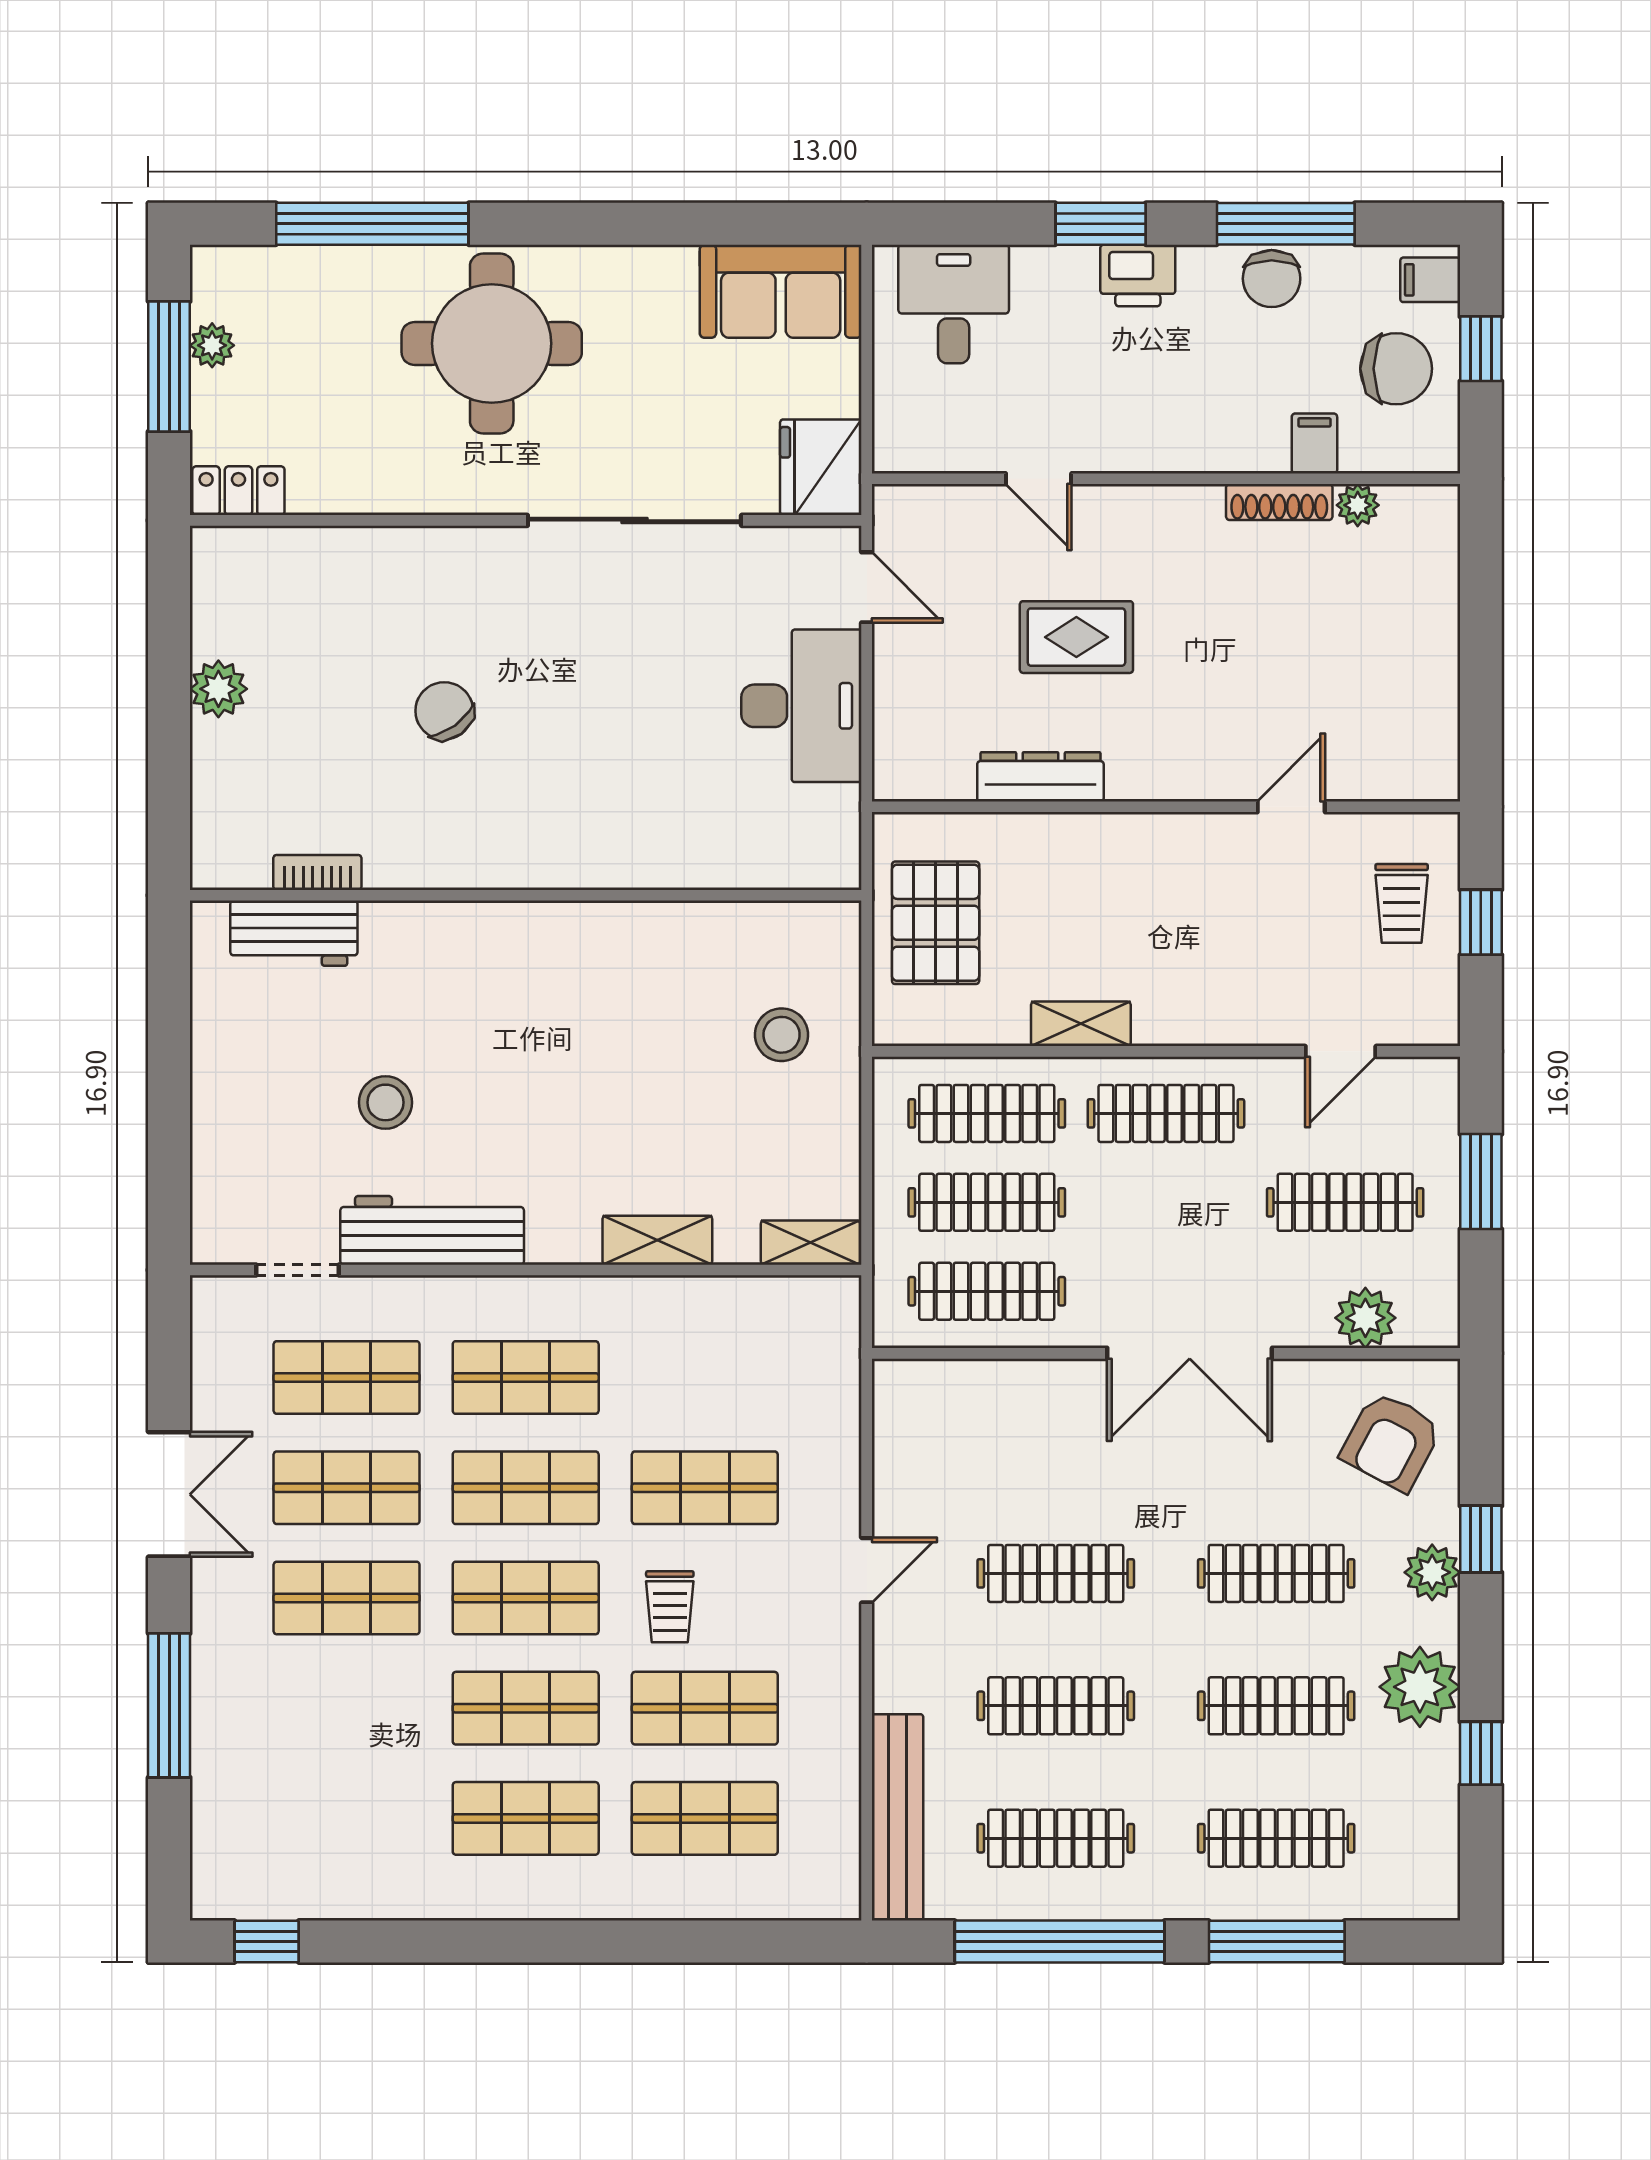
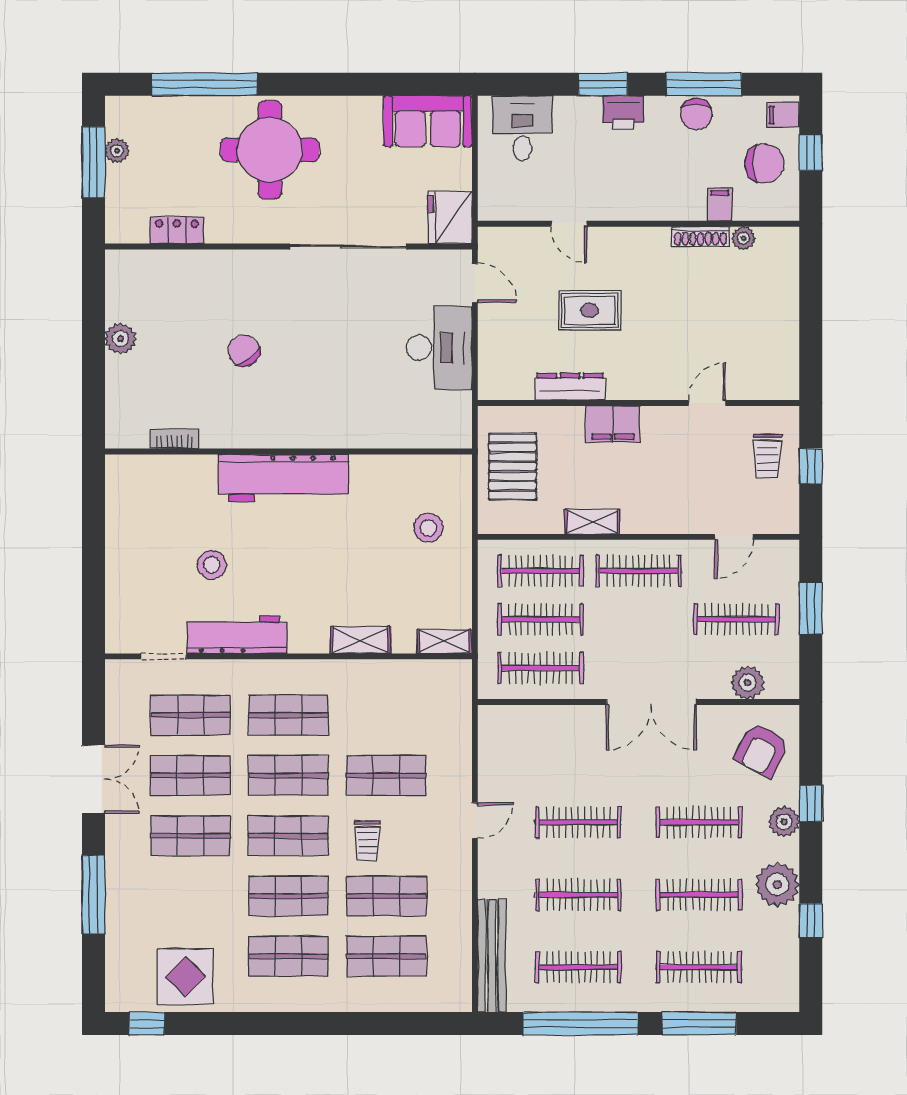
locker: (238, 491) -> (177, 230), moved
filing cabinet: (1119, 845) -> (613, 424), added
workbench: (294, 933) -> (283, 478), moved, width x1.88, depth x1.32
display table: (337, 1856) -> (185, 977), added

